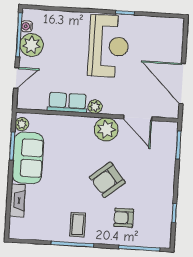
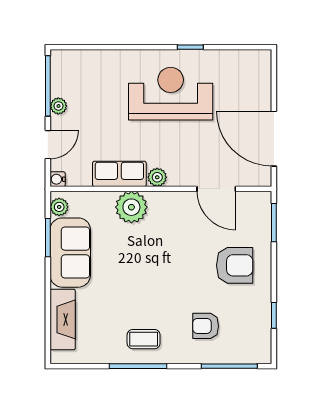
water cooler: (27, 26) -> (58, 179), moved
plant: (32, 45) -> (58, 106), width x0.53, depth x0.53
reception desk: (109, 46) -> (171, 94), turned -90
plant: (106, 129) -> (131, 207), moved
armchair: (107, 180) -> (235, 265), moved, turned -141
fireplace: (17, 200) -> (63, 319), width x1.37, depth x1.32
coffee table: (78, 225) -> (144, 339), turned 90

